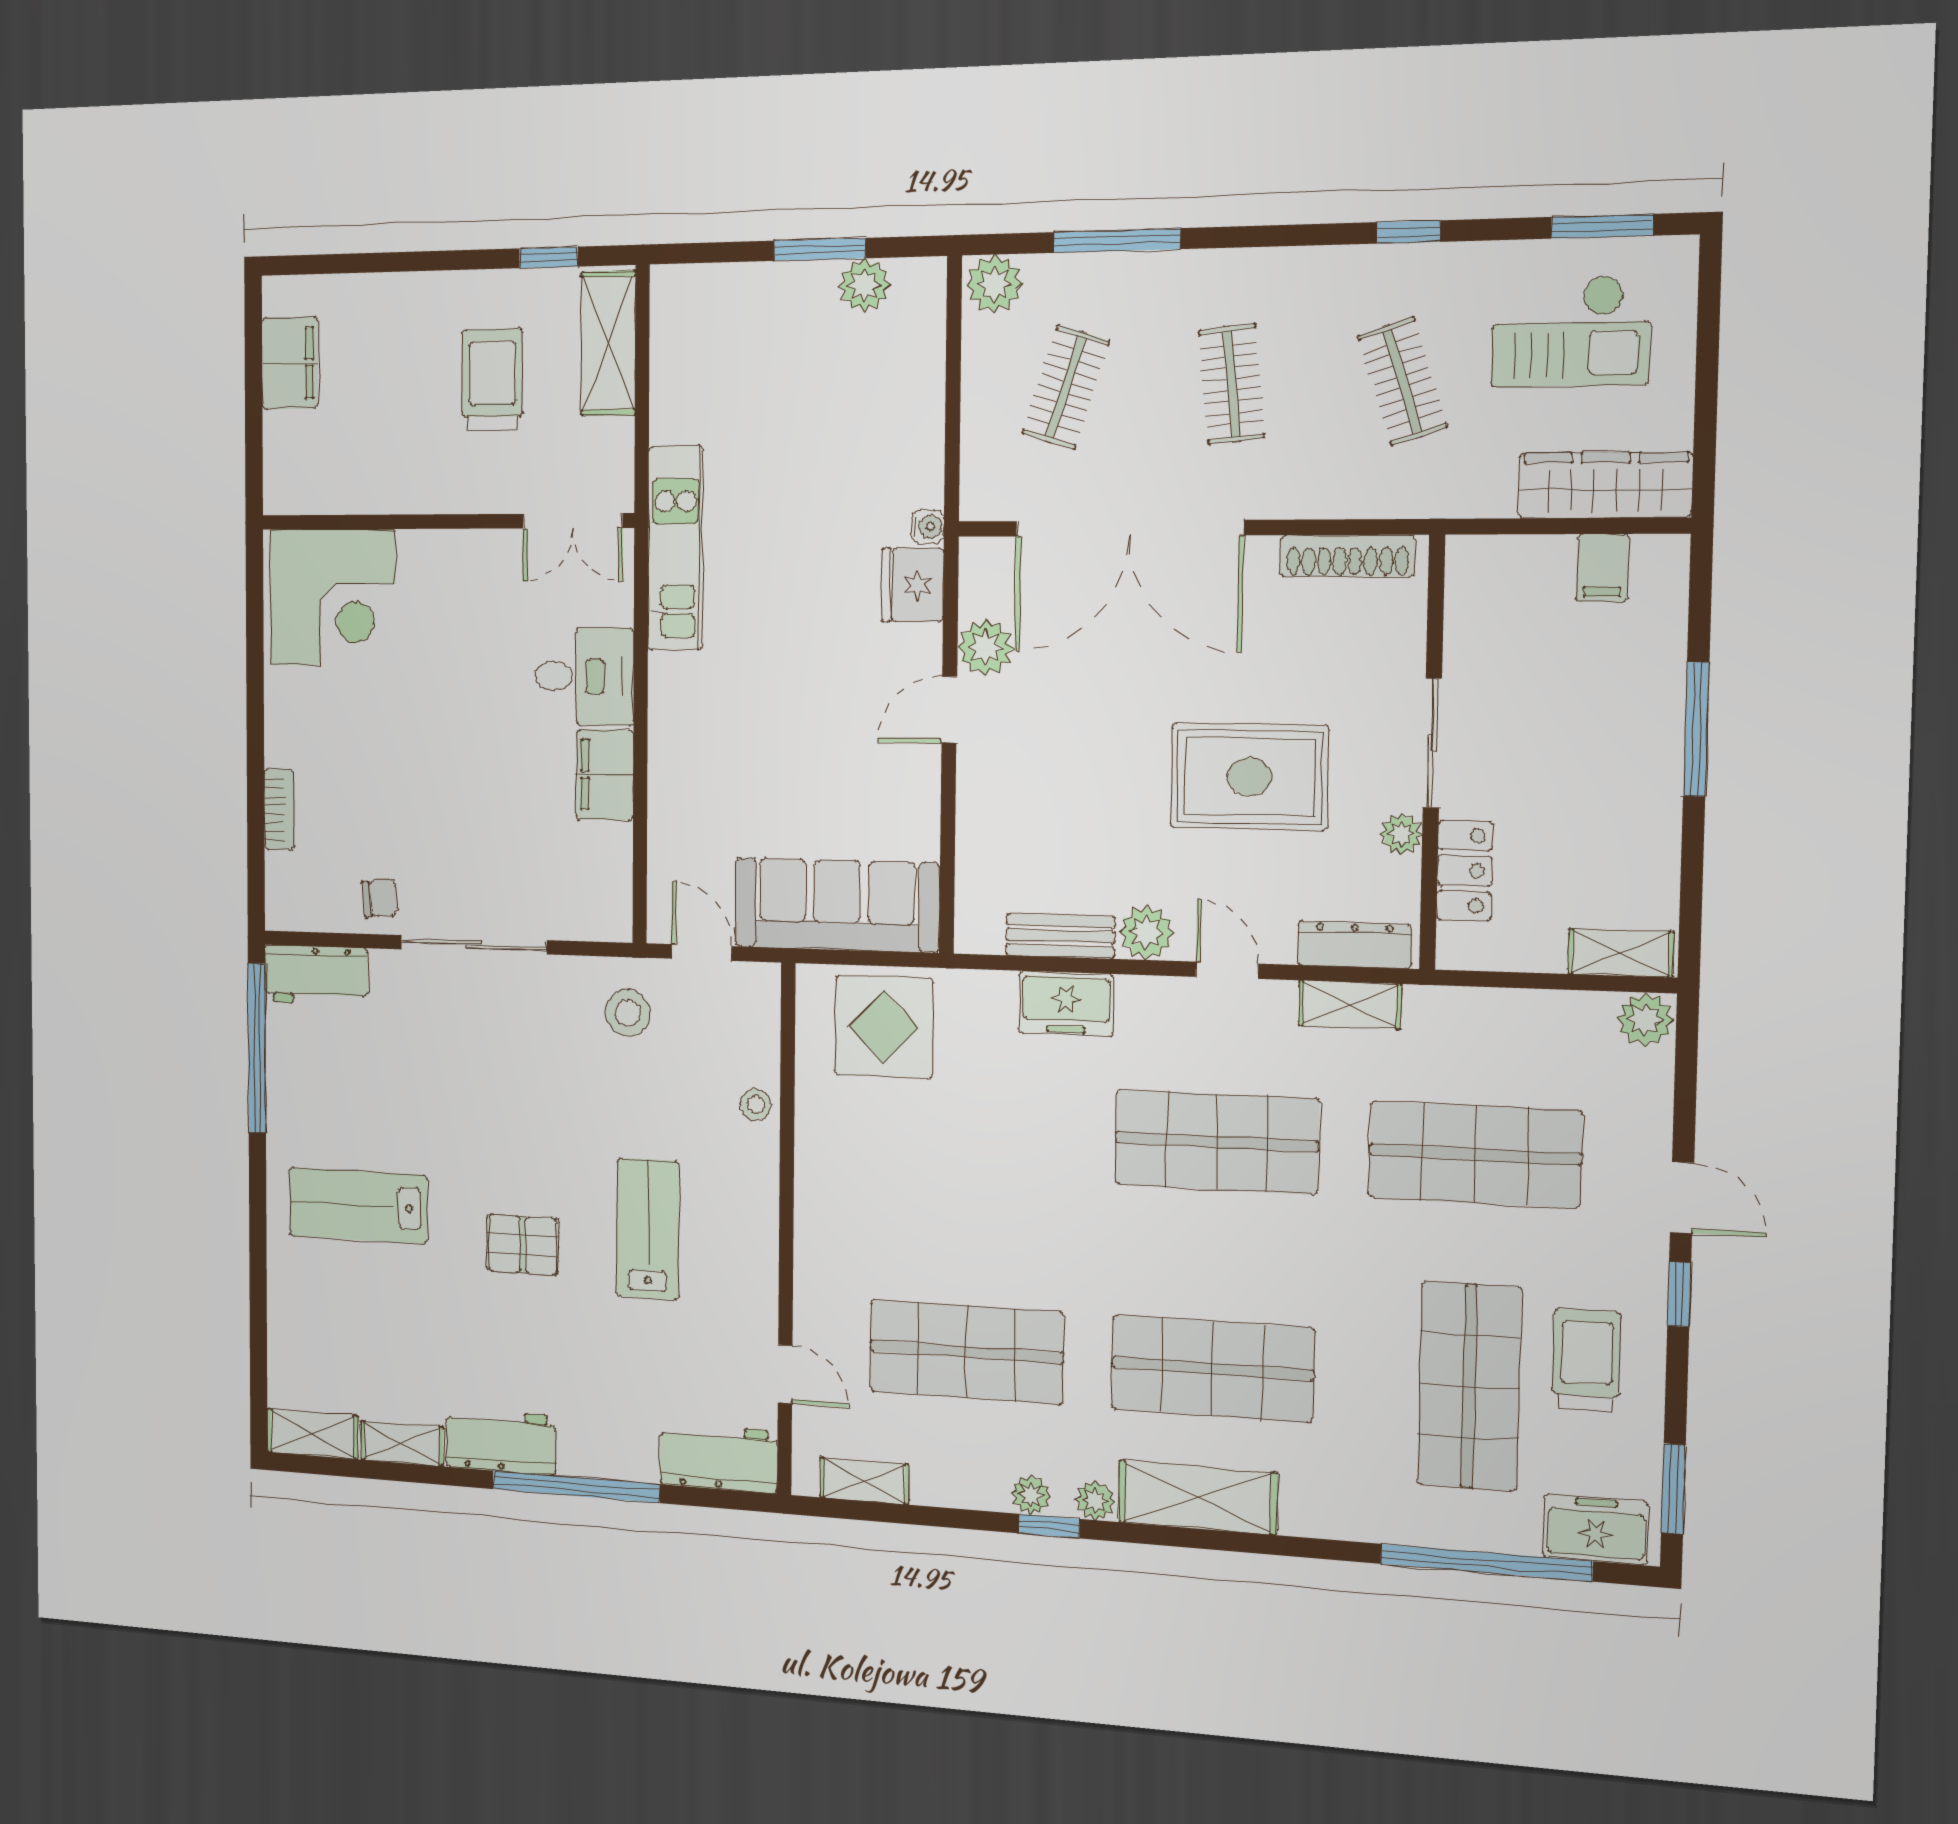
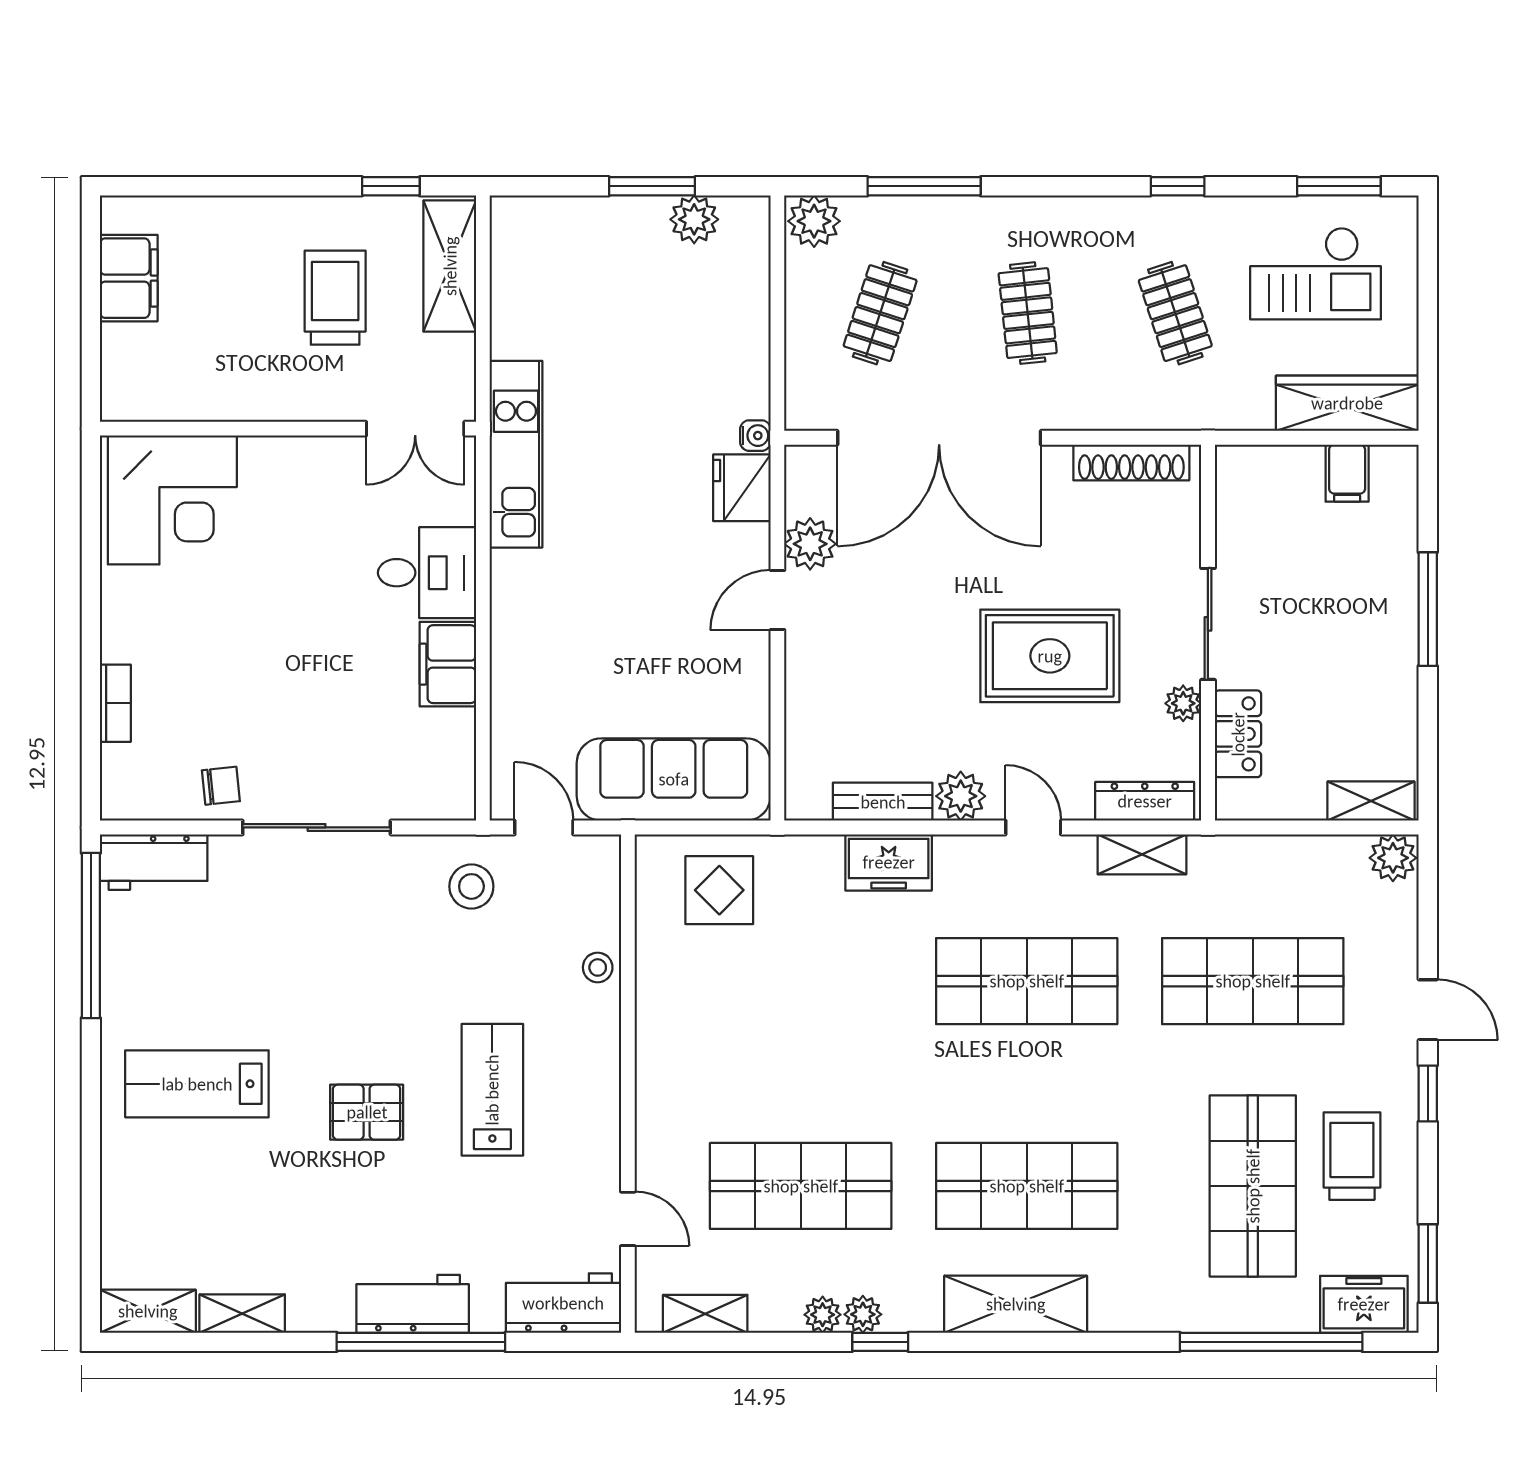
display table: (884, 1027) -> (719, 890), width x0.73, depth x0.73
workbench: (501, 1441) -> (413, 1304), moved
plant: (1095, 1500) -> (823, 1315), moved

